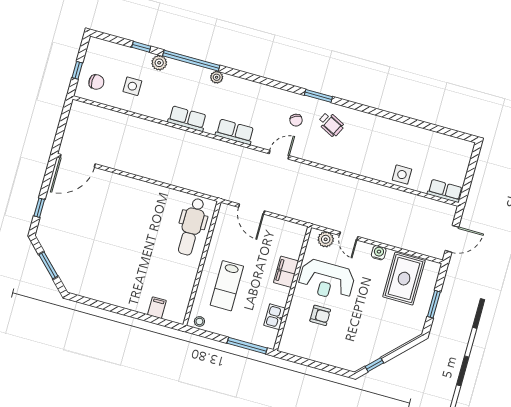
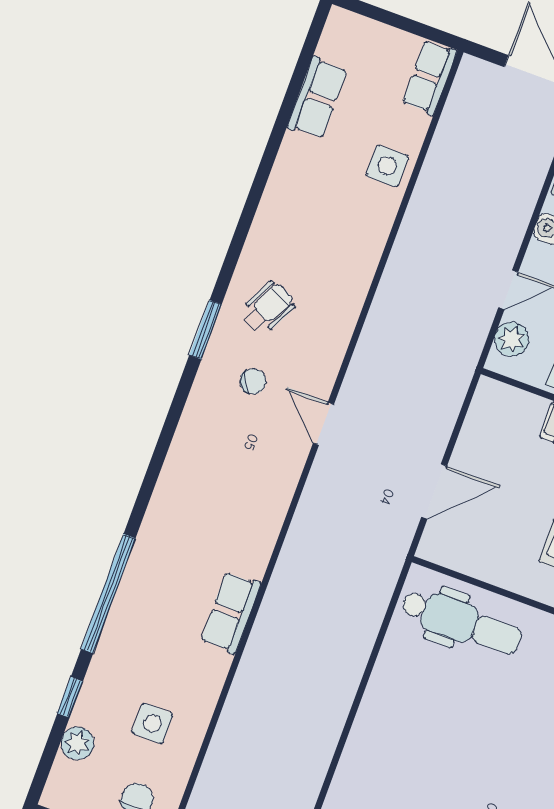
plant: (159, 63) -> (77, 743), moved
plant: (217, 77) -> (148, 543), removed
row of seats: (235, 132) -> (317, 98), moved, turned 180

